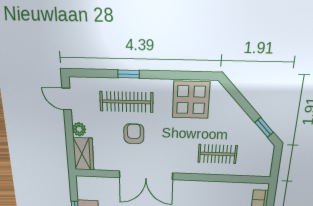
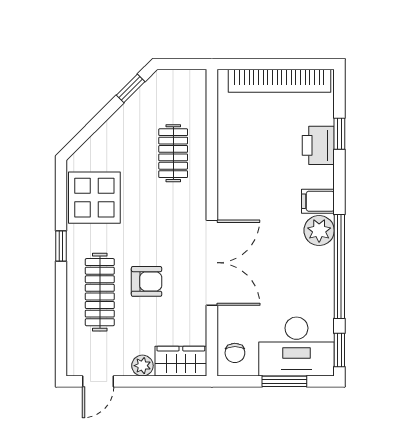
window: (129, 74) -> (61, 246), moved
armchair: (134, 134) -> (147, 281), turned 180
chair: (90, 187) -> (235, 353), added

